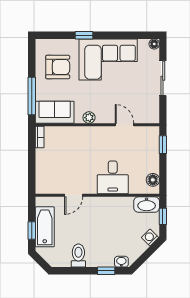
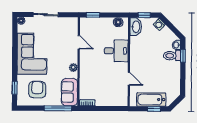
window: (84, 35) -> (15, 88), moved
door: (124, 125) -> (79, 42), swing flipped
toilet: (78, 256) -> (172, 56), moved

